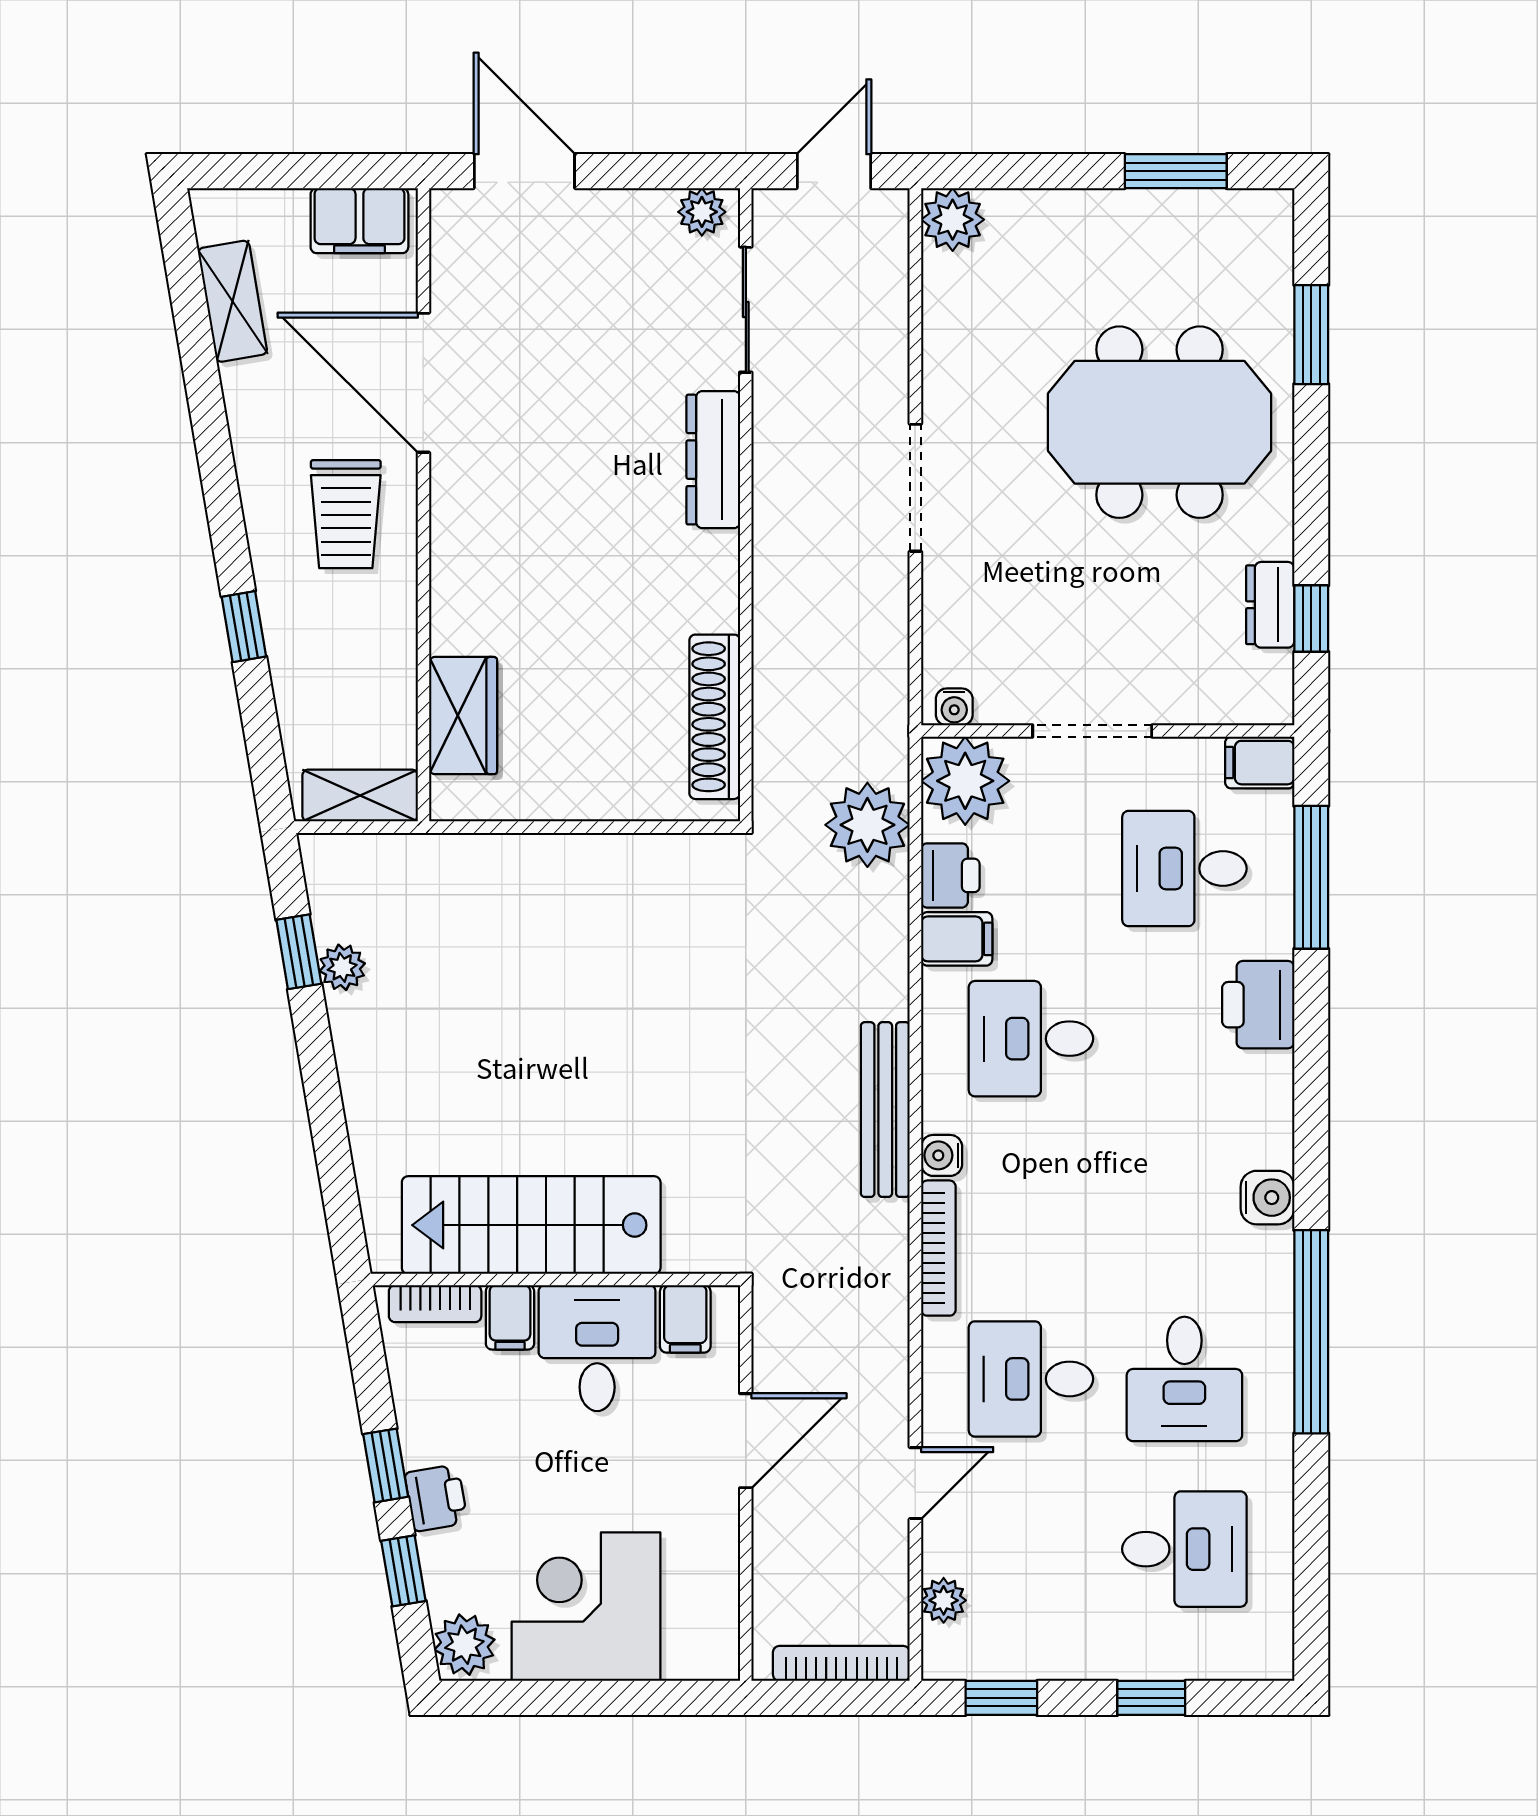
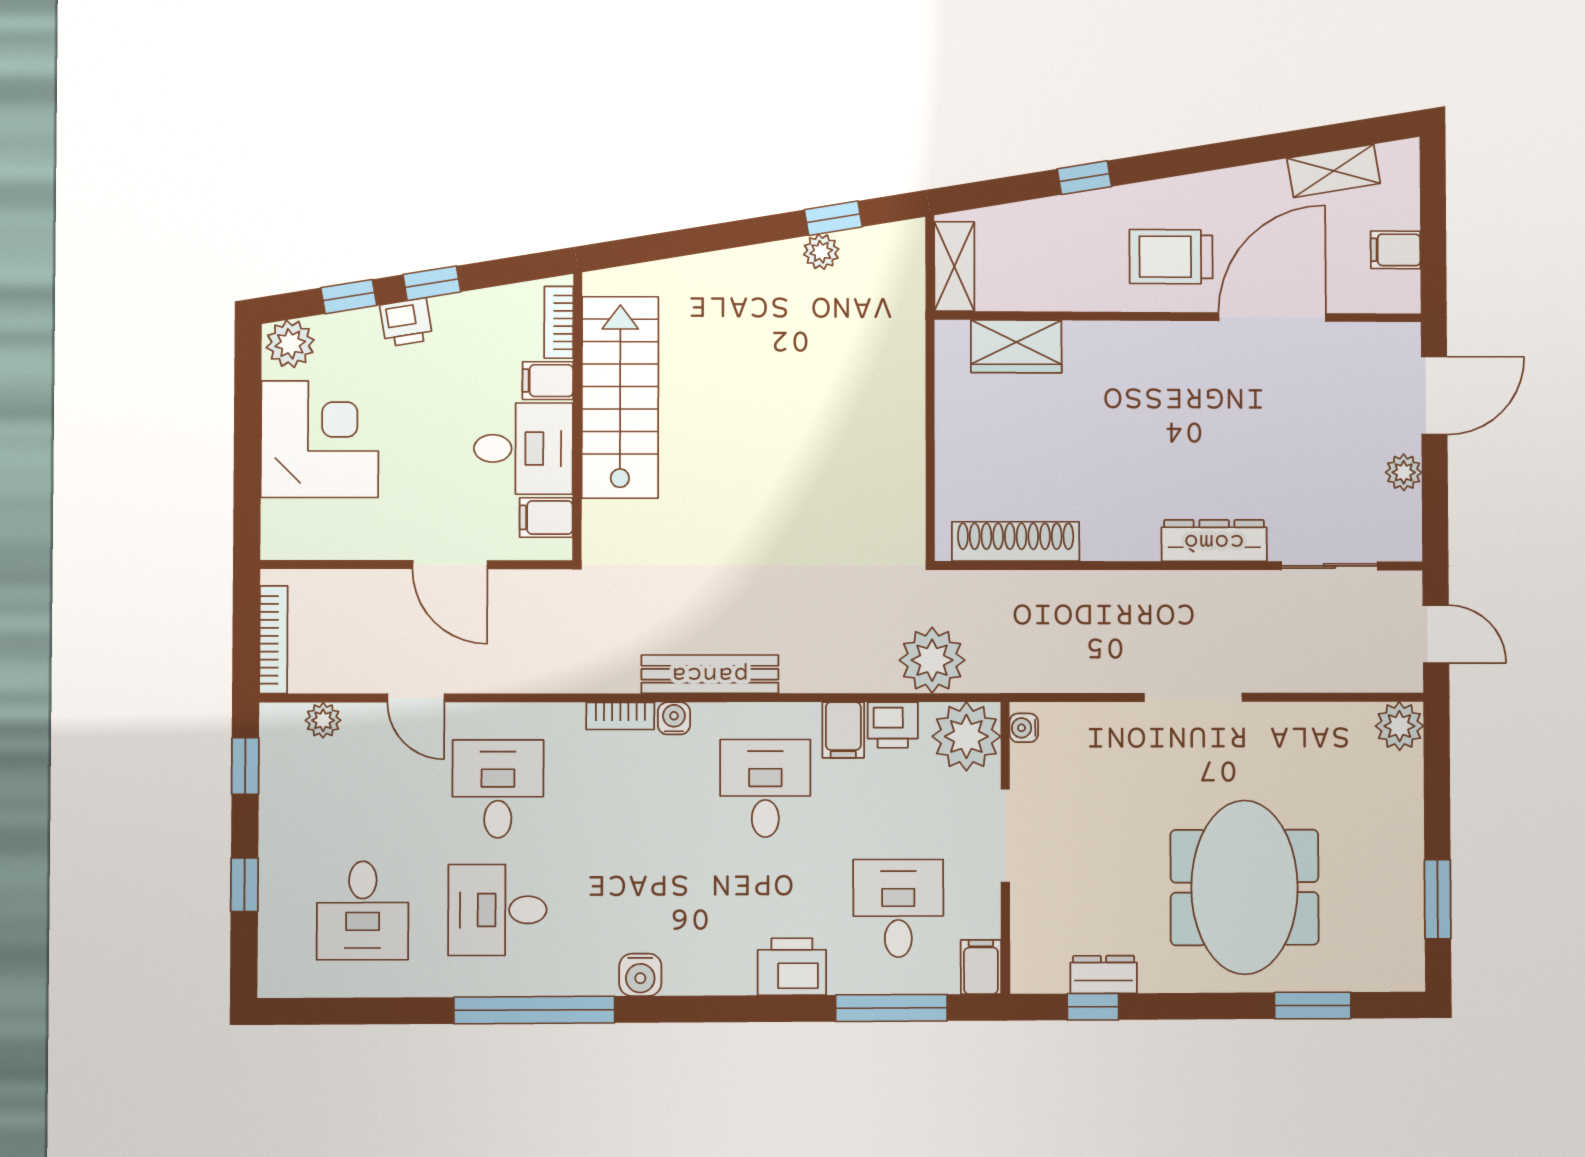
plant: (702, 212) -> (1404, 472), moved
filing cabinet: (359, 221) -> (1396, 250), width x0.50
bookcase: (938, 1248) -> (620, 716), width x0.64

